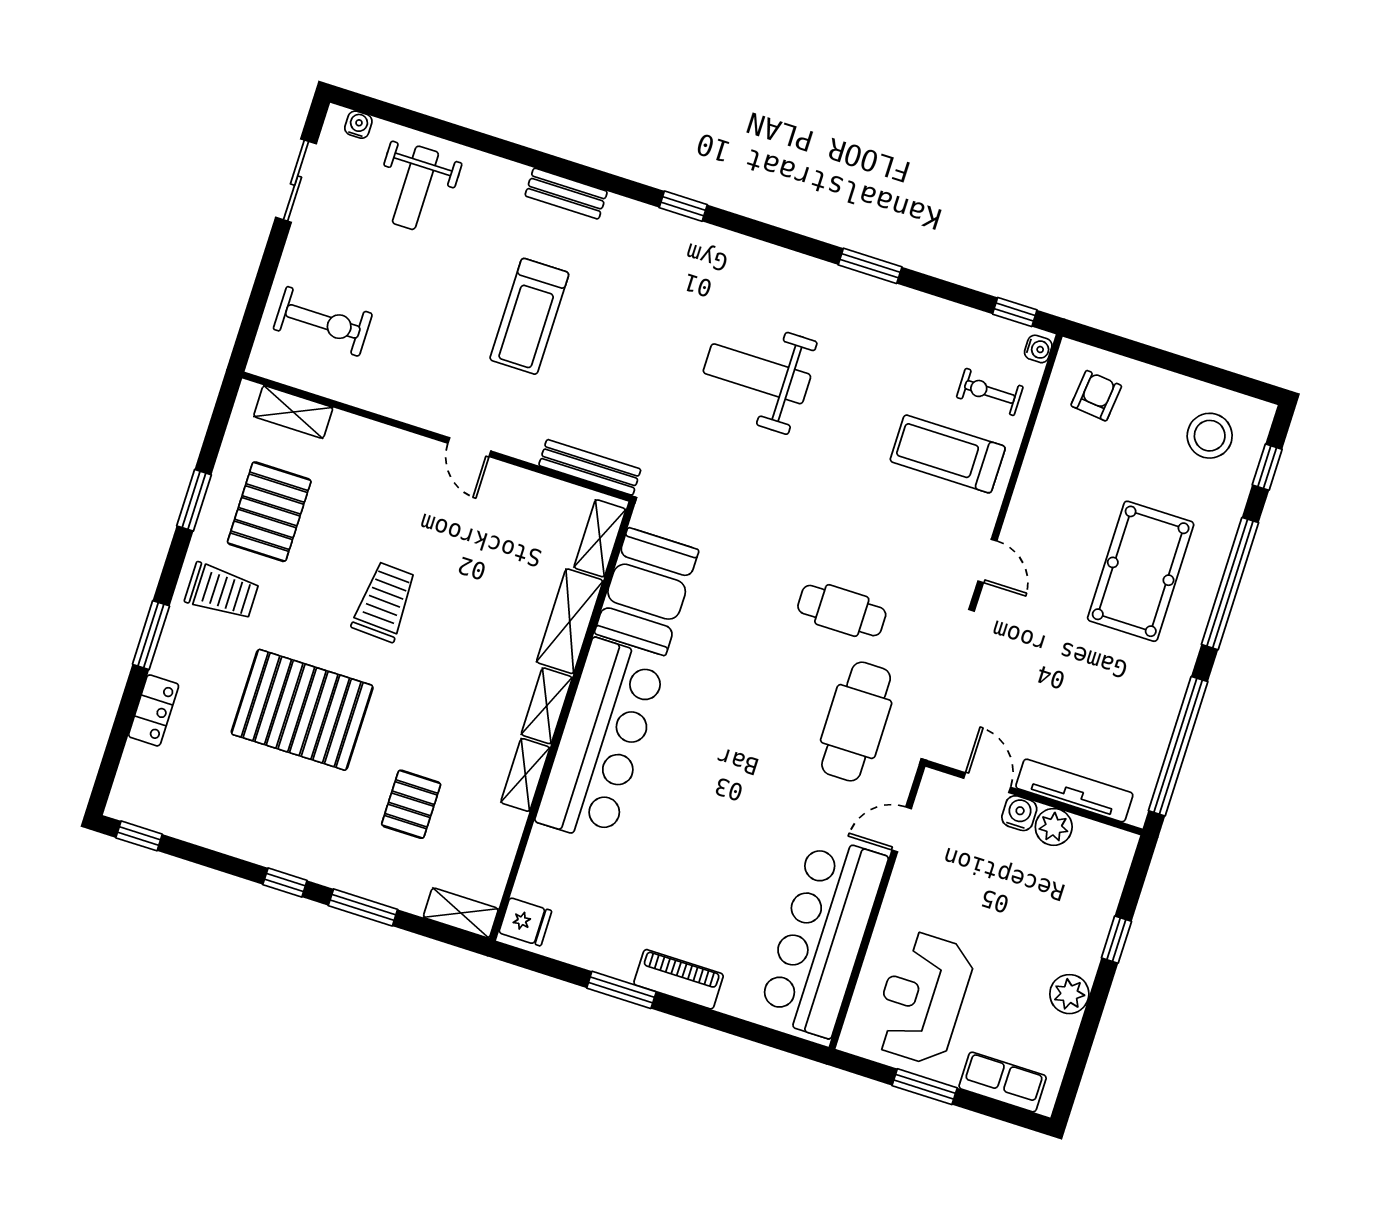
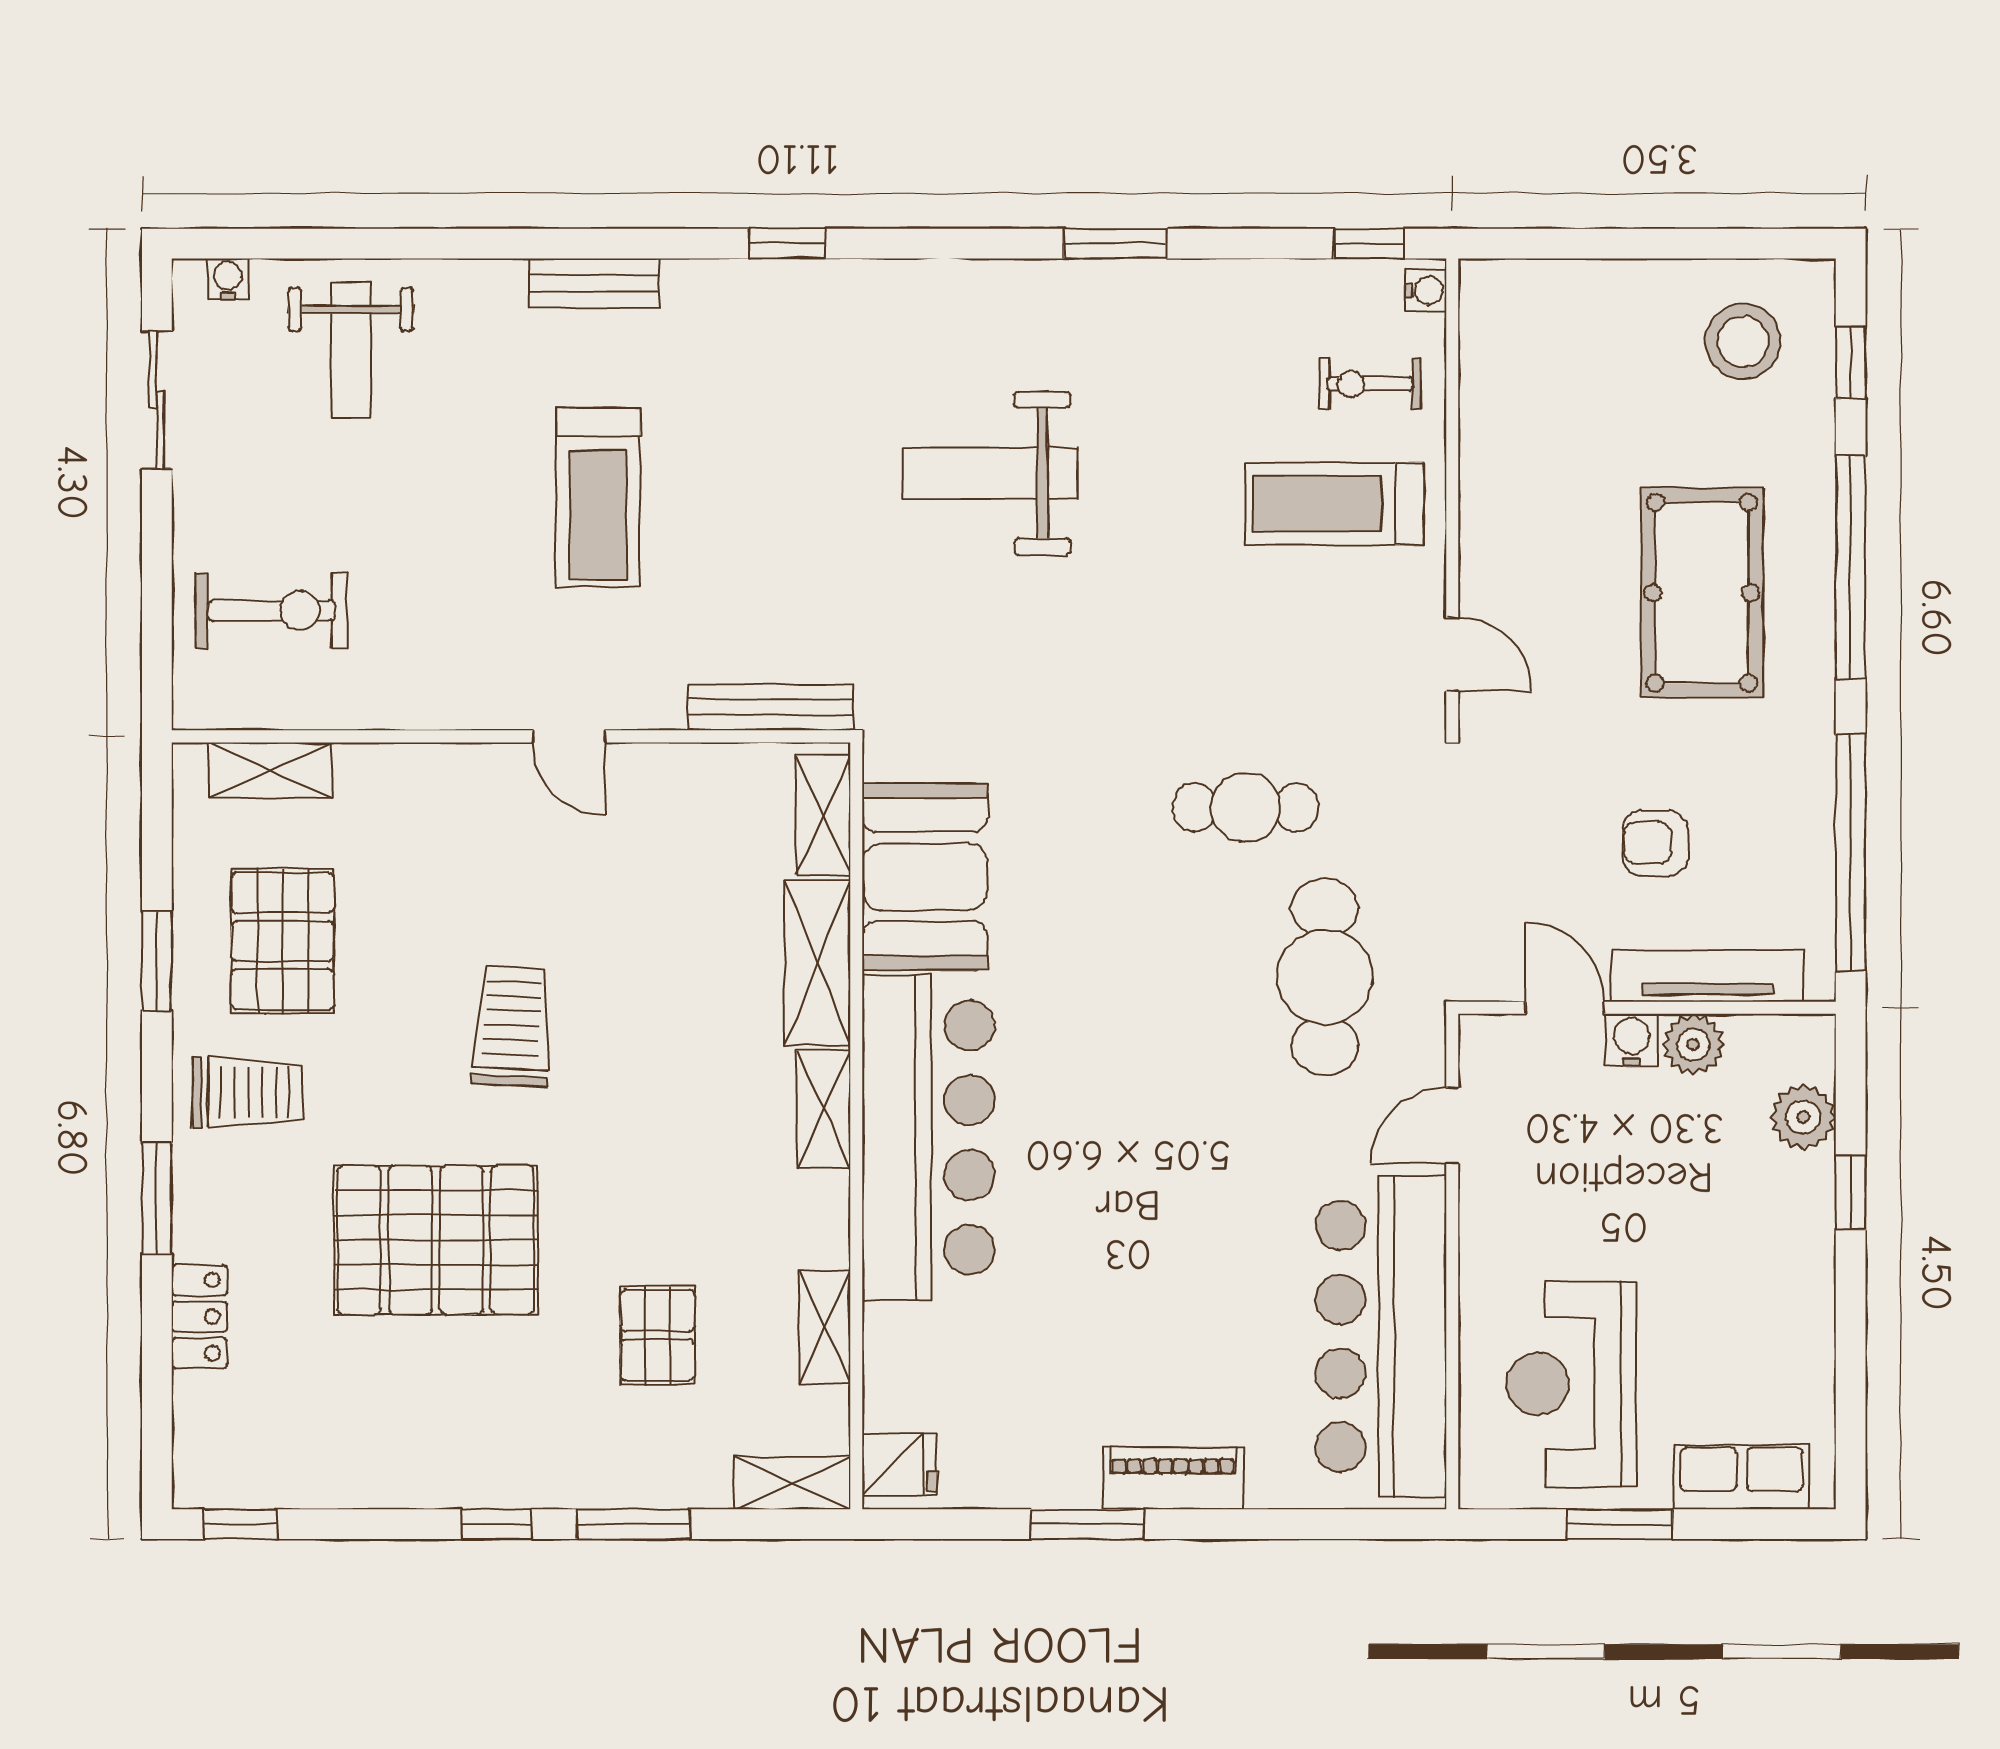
armchair: (1096, 396) -> (1655, 843), moved, turned -96
shelving: (525, 775) -> (825, 1327), moved
plant: (1069, 994) -> (1803, 1117), moved

